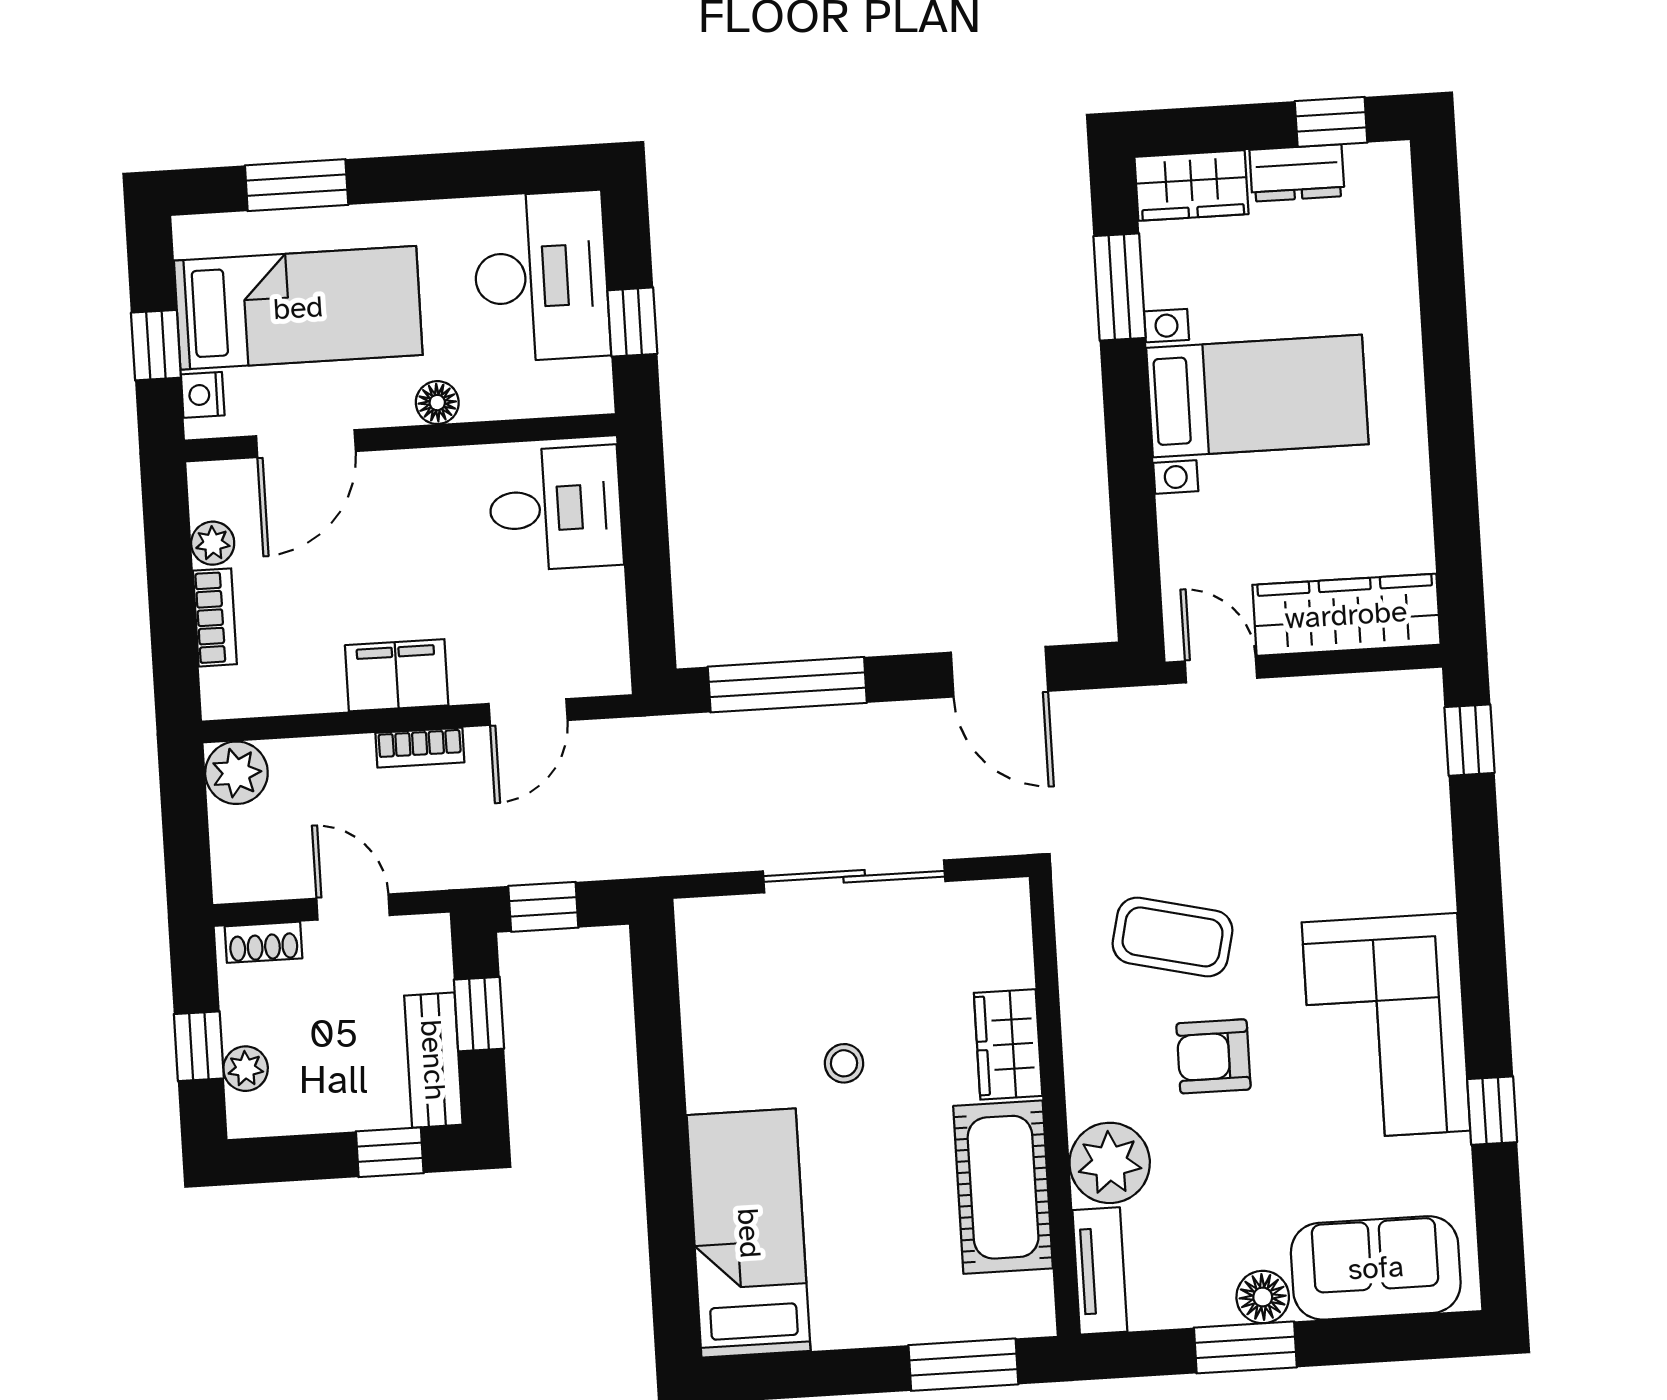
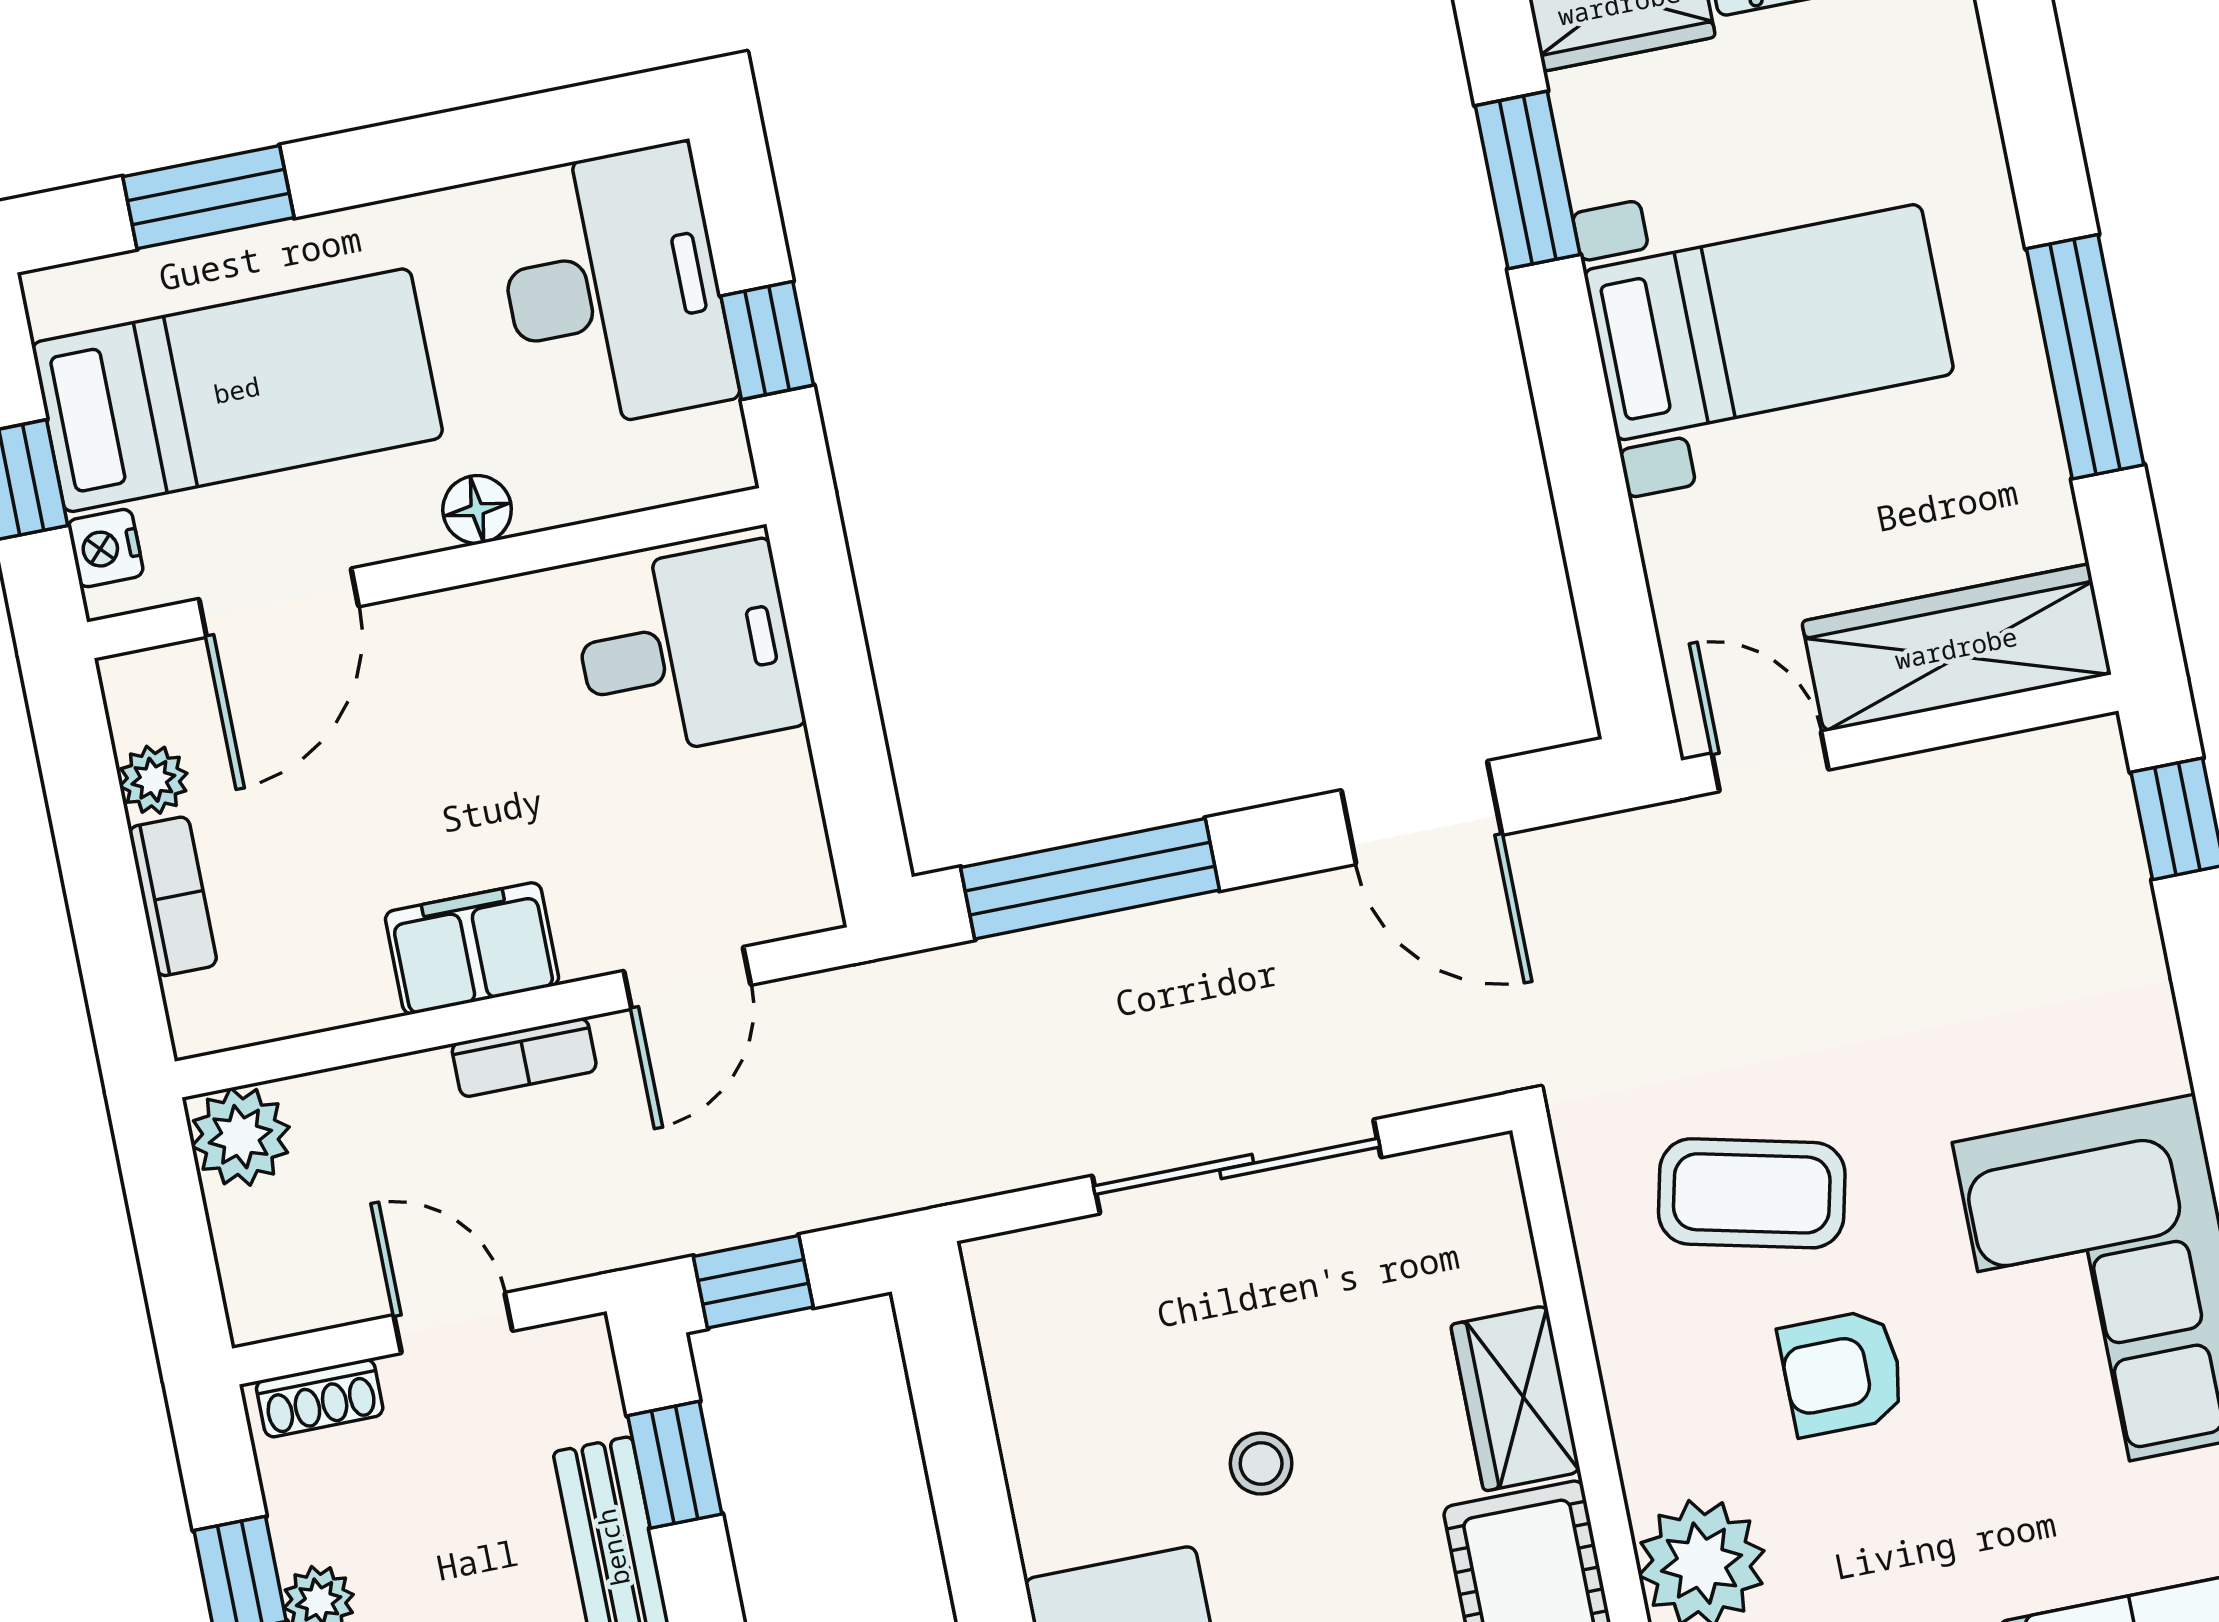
window: (1451, 445) -> (2085, 357), added

